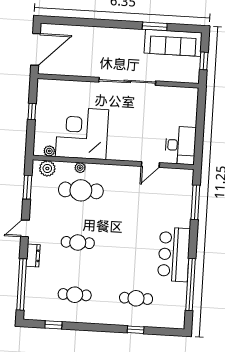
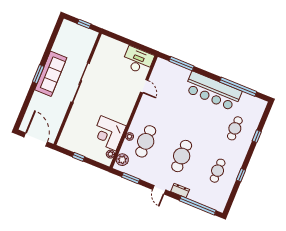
window: (155, 26) -> (38, 74), moved
sofa: (173, 43) -> (51, 74), moved
corner desk: (82, 133) -> (108, 133), width x0.74, depth x0.74
cafe table: (78, 243) -> (182, 156), width x1.37, depth x1.35
bar counter: (174, 254) -> (213, 91), width x1.36
window: (53, 325) -> (241, 175), moved

